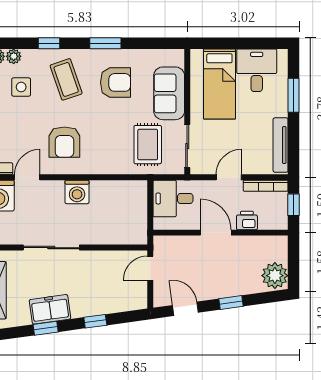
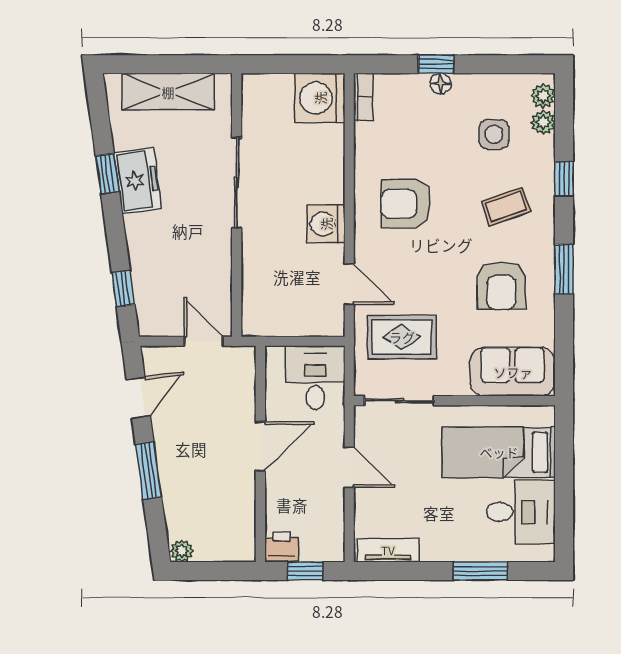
coffee table: (66, 79) -> (506, 206), width x0.73, depth x0.77
sofa: (169, 93) -> (513, 372), moved
tv unit: (281, 145) -> (388, 550), width x0.71
door: (27, 177) -> (349, 284), moved
bookcase: (266, 186) -> (336, 526), removed
printer: (247, 221) -> (281, 547), moved, turned -90
plant: (275, 276) -> (182, 551), width x0.53, depth x0.53
window: (231, 303) -> (148, 471), width x1.50
window: (95, 321) -> (123, 289), moved

